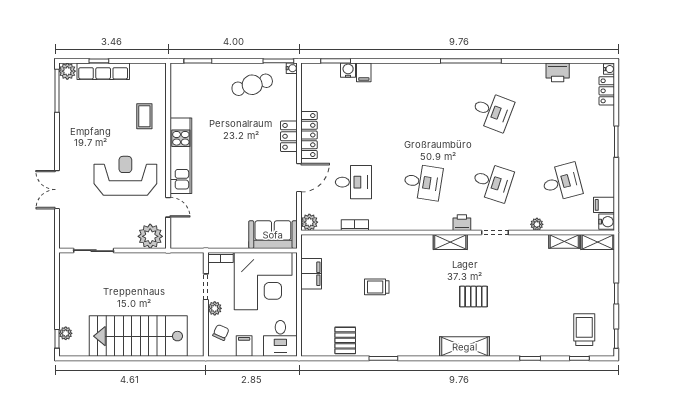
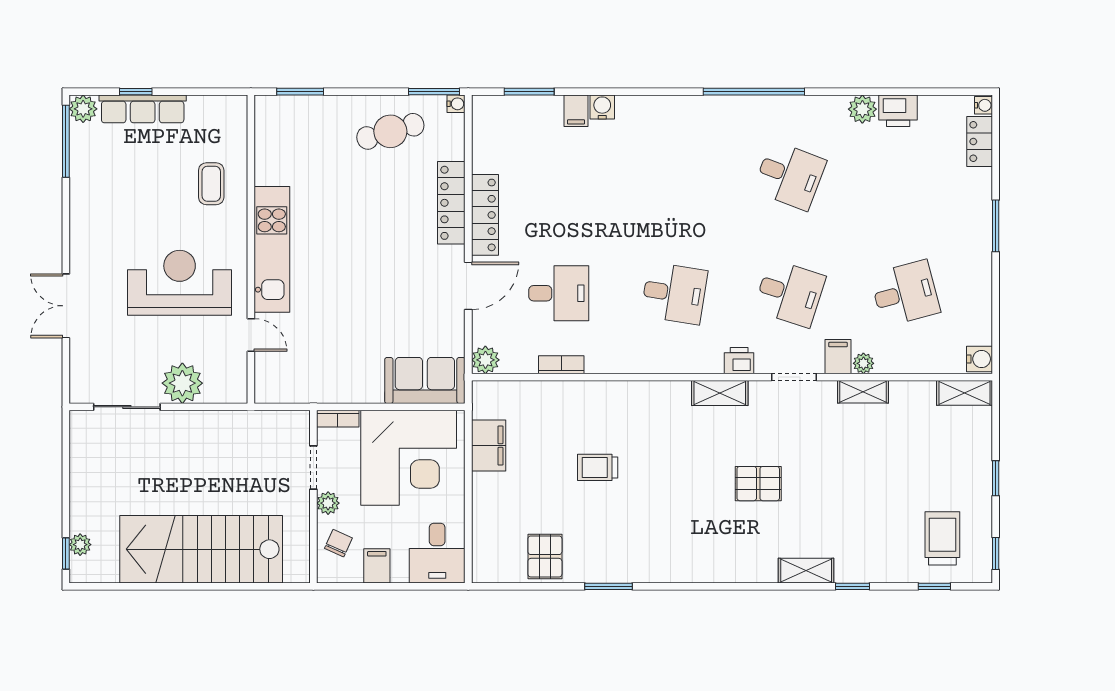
water cooler: (348, 70) -> (602, 107), moved
plant: (536, 71) -> (862, 109), added
locker: (289, 136) -> (451, 203), width x1.53
filing cabinet: (604, 205) -> (838, 357), moved, turned 90
plant: (150, 236) -> (182, 383), moved
shelving: (564, 241) -> (863, 392), moved
shelving: (465, 347) -> (806, 571), moved, width x0.67, depth x0.75

